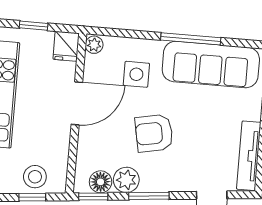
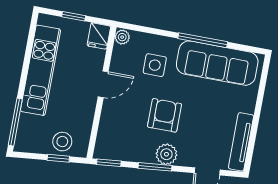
door: (77, 103) -> (103, 84), width x0.73
armchair: (154, 133) -> (164, 115), turned 101
plant: (126, 180) -> (166, 154), moved
floor lamp: (101, 182) -> (116, 151), removed

